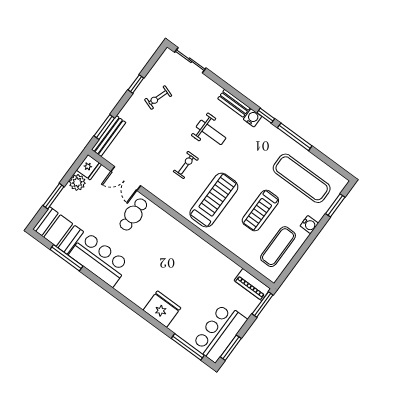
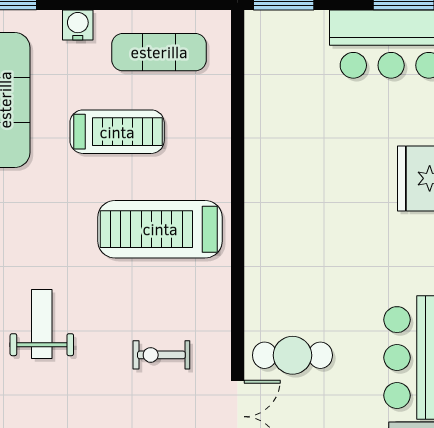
exercise bike: (186, 165) -> (161, 355), moved
piano: (252, 285) -> (261, 48), removed

